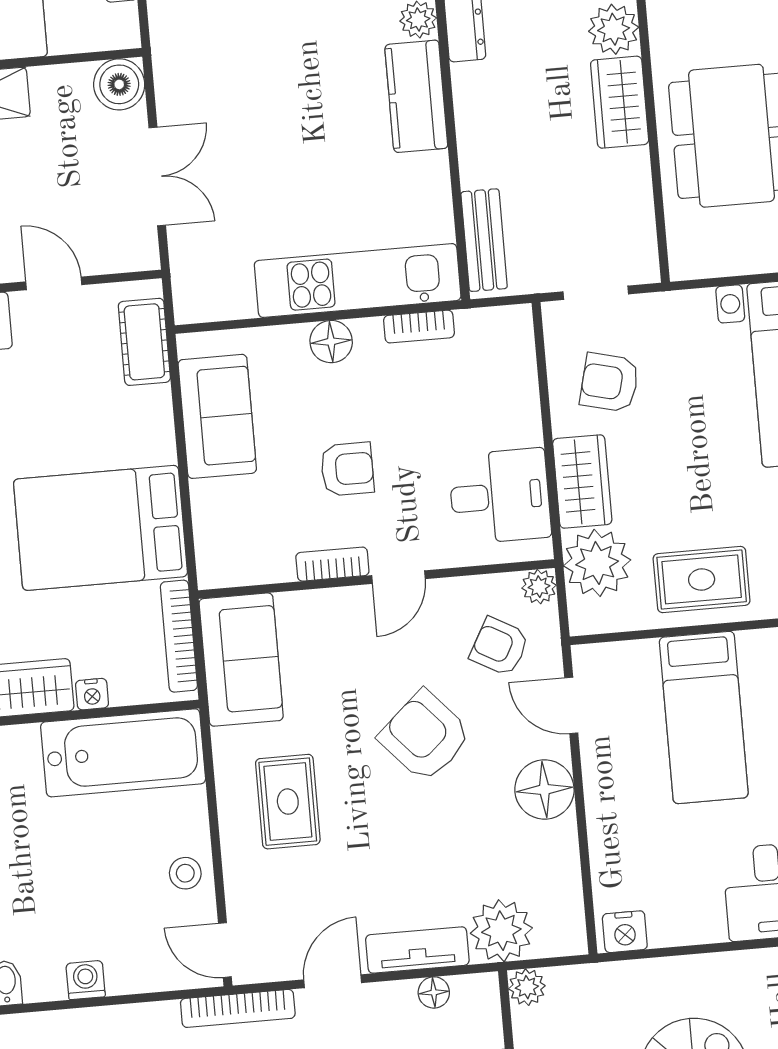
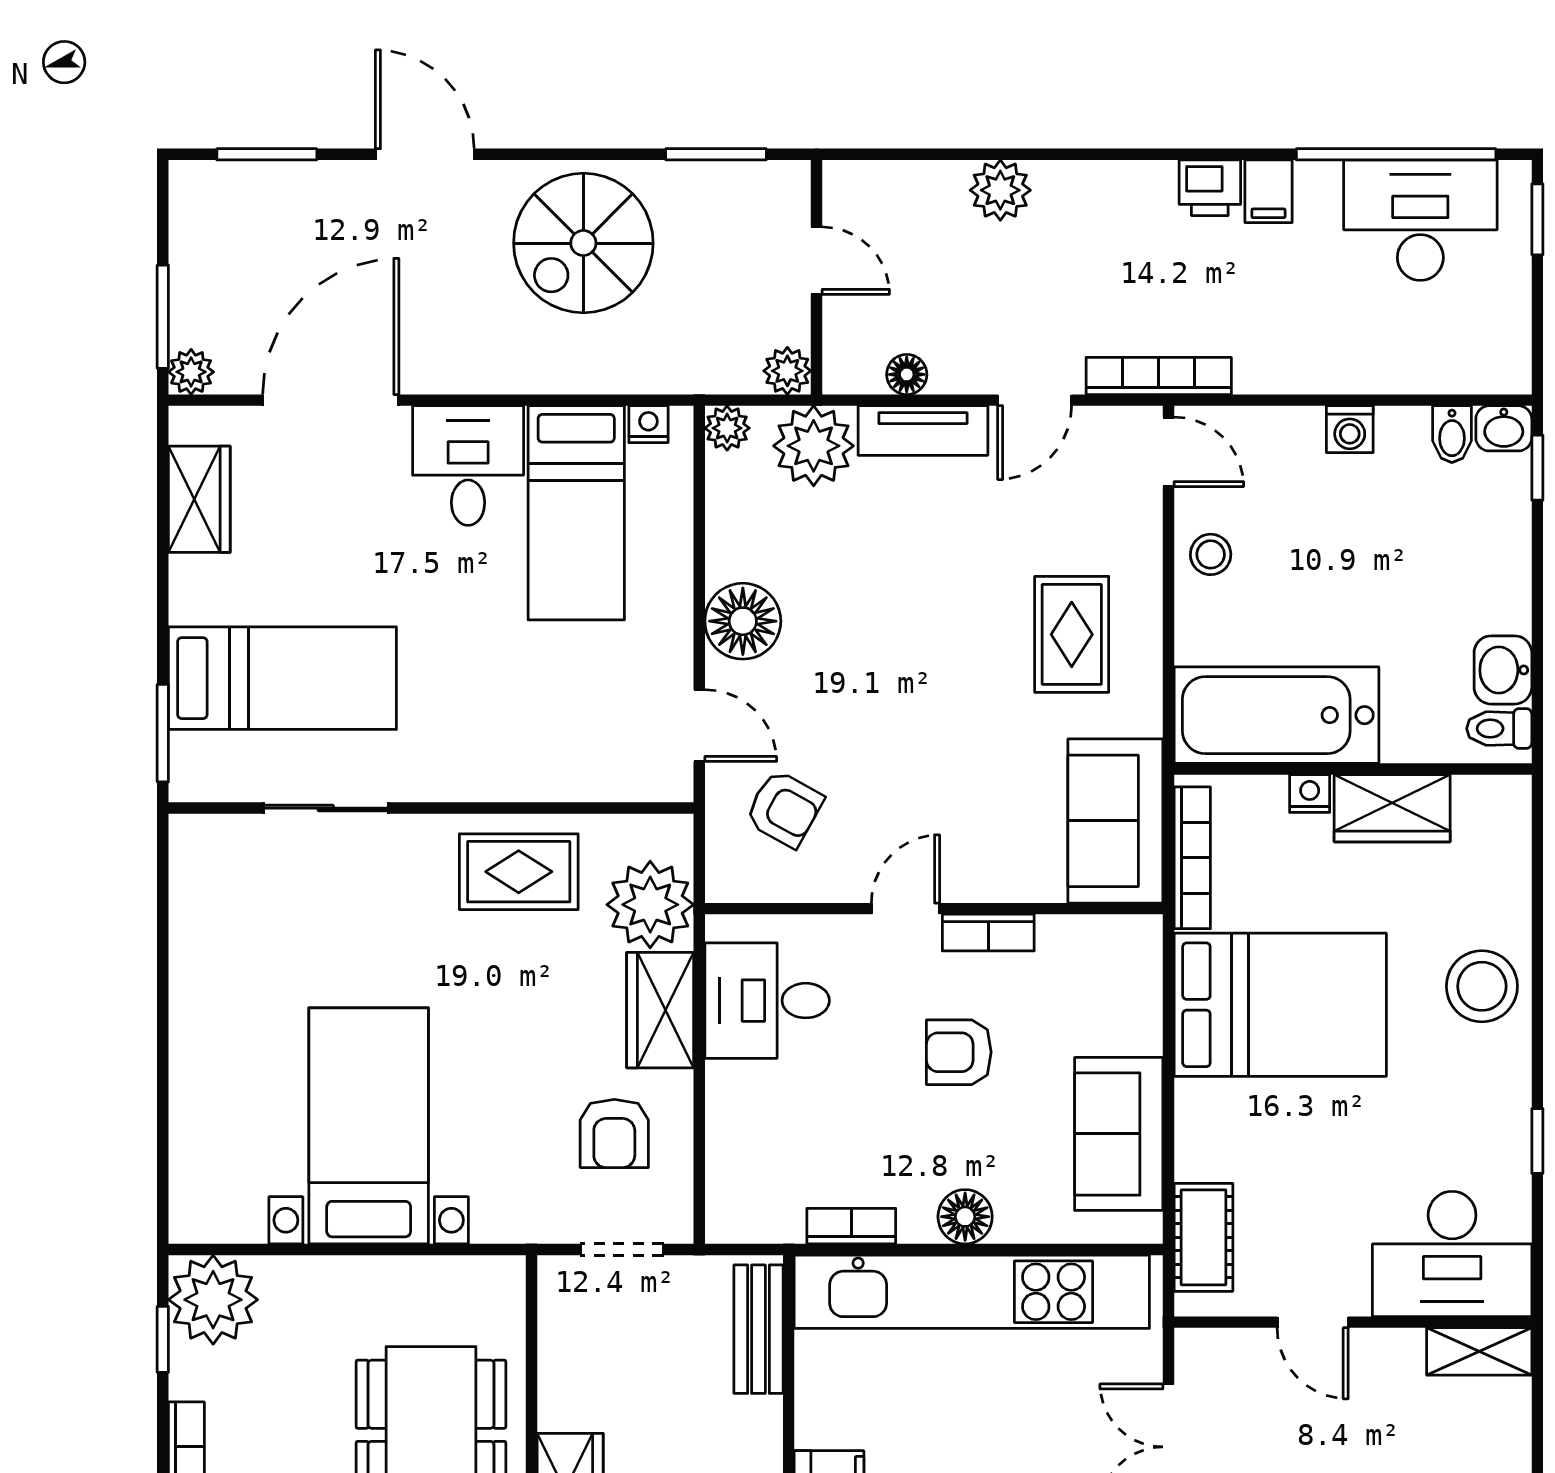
kitchen unit: (358, 281) -> (972, 1292), width x1.36
armchair: (609, 382) -> (614, 1133), turned 76
plant: (539, 587) -> (727, 428), moved
bed: (704, 717) -> (576, 513), moved, turned 180
armchair: (425, 736) -> (889, 703), removed
nightstand: (625, 932) -> (648, 424), width x0.72, depth x0.74

